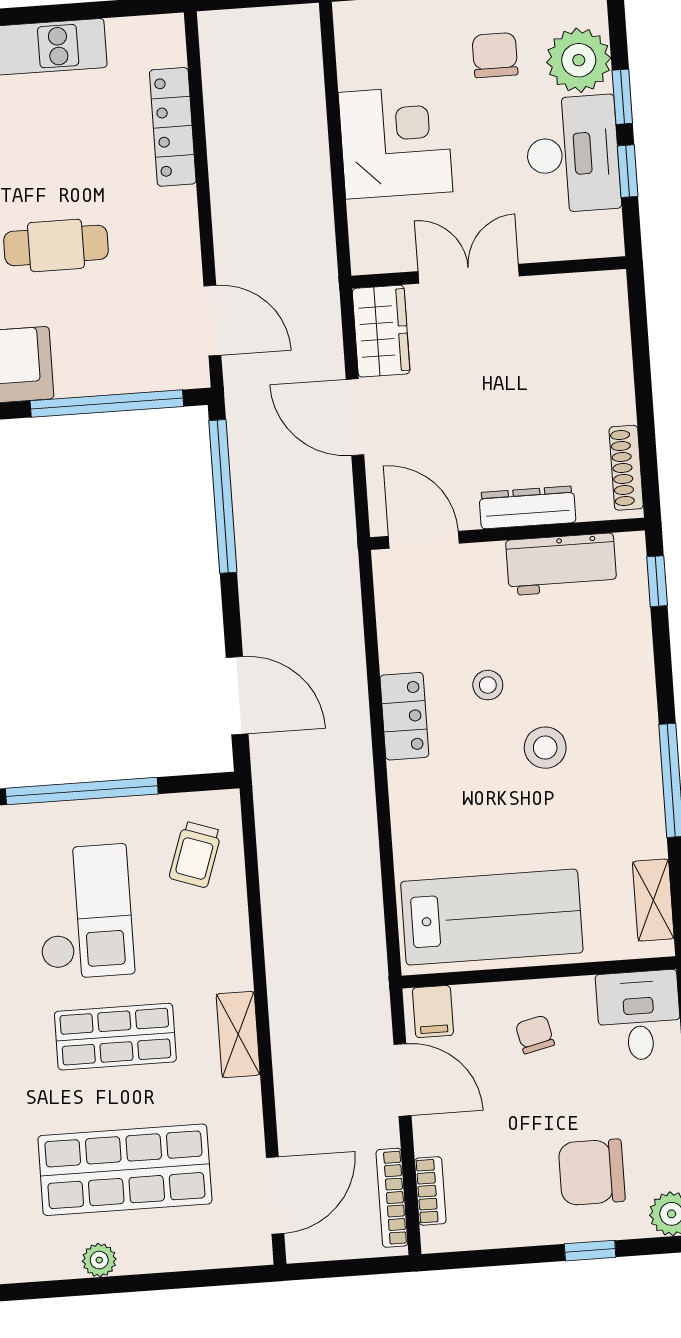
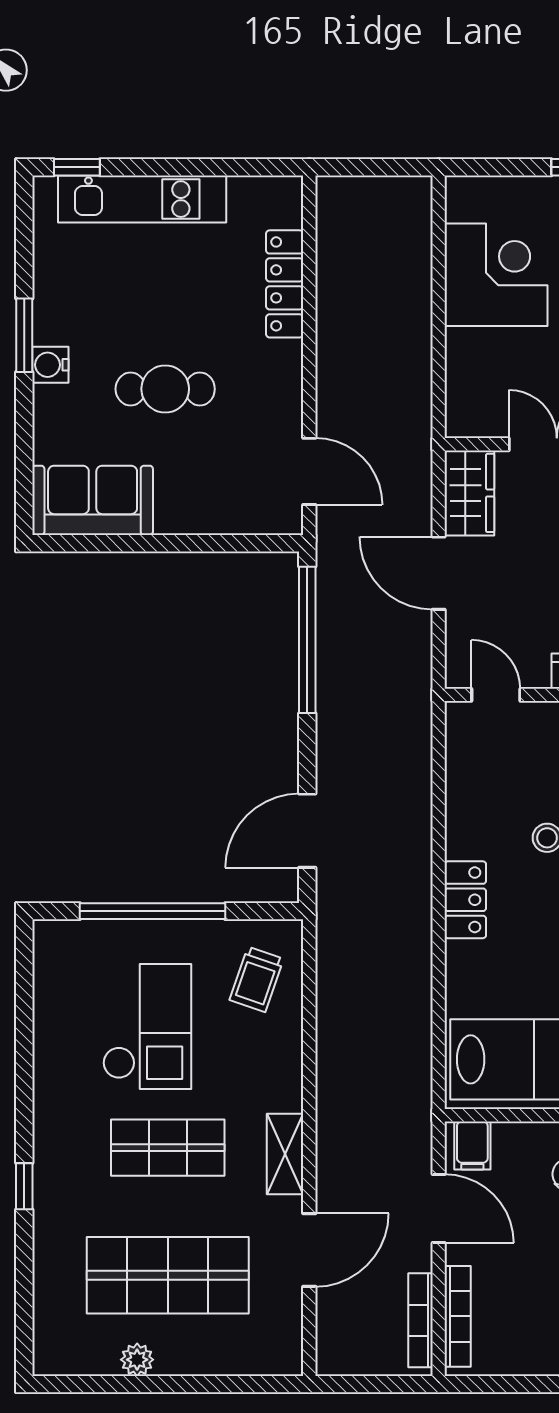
corner desk: (395, 142) -> (496, 275), moved
window: (107, 404) -> (203, 543), removed
door: (424, 540) -> (496, 695), width x0.73
door: (237, 696) -> (307, 831), swing flipped
locker: (404, 716) -> (465, 900), moved
bookcase: (430, 1191) -> (458, 1316), width x1.56
door: (275, 1195) -> (309, 1250), moved

